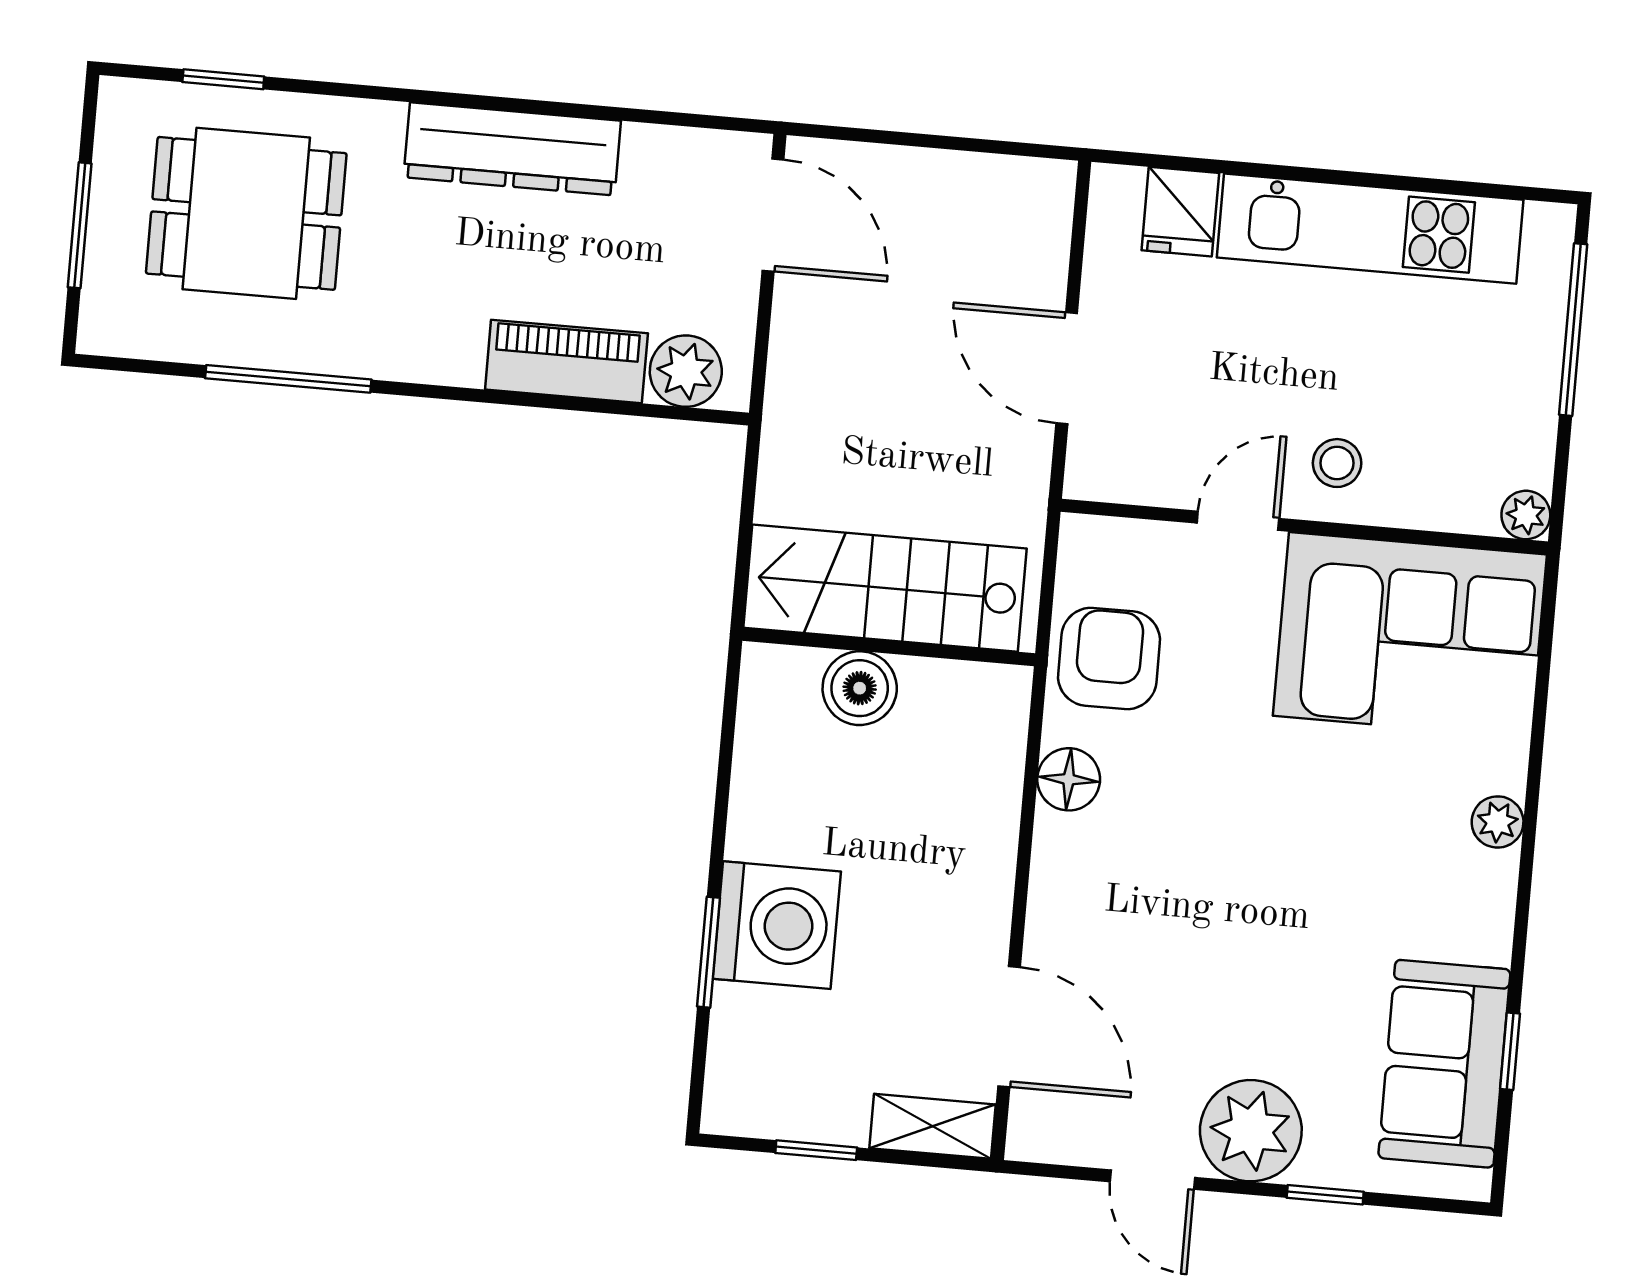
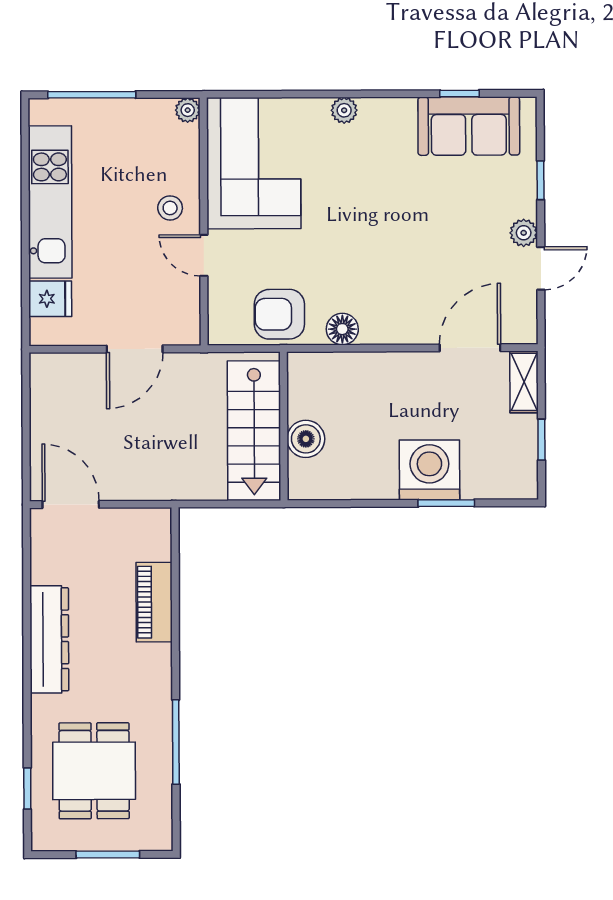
door: (773, 215) -> (71, 504), hinge flipped
plant: (686, 371) -> (154, 541), removed
plant: (1251, 1131) -> (524, 233), width x0.53, depth x0.53

